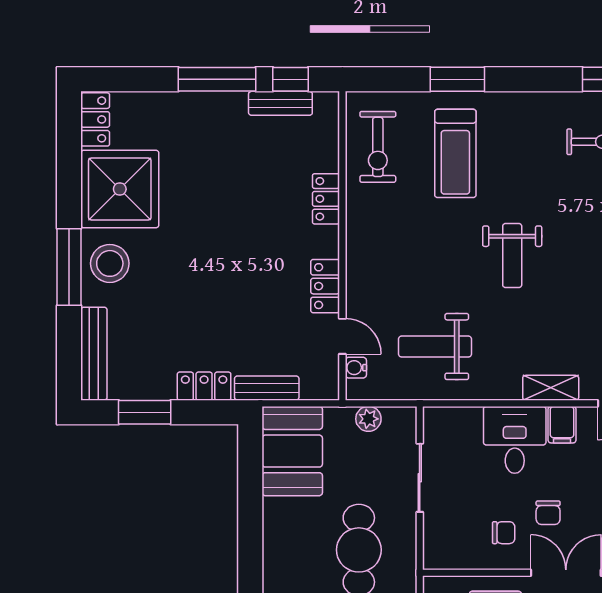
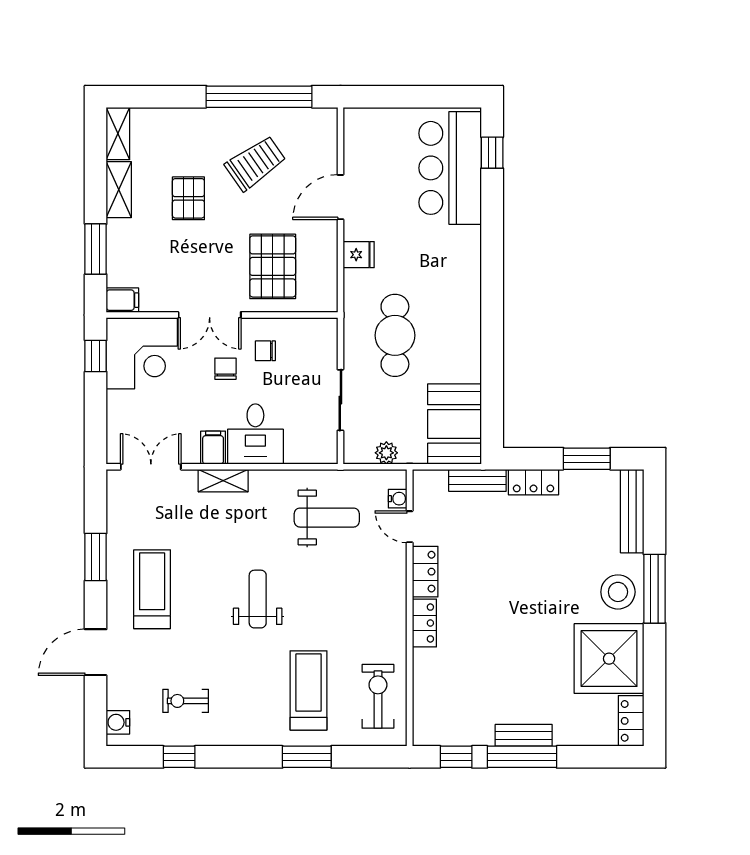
bench: (280, 103) -> (524, 735), moved
locker: (326, 199) -> (424, 623), moved

